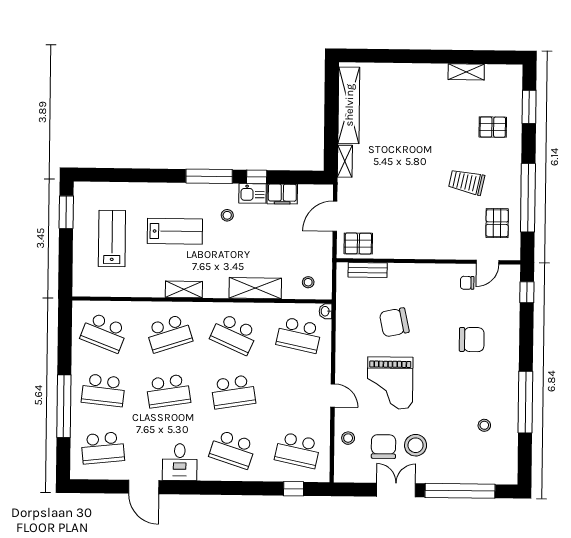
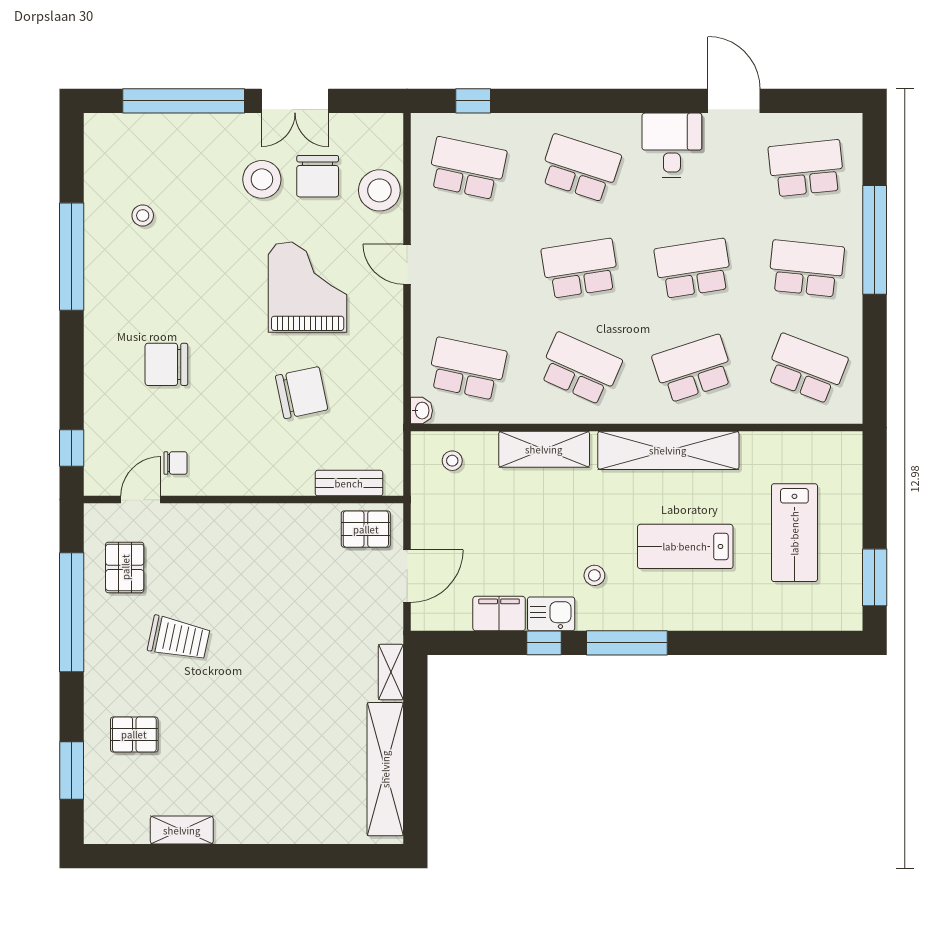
shelving: (184, 289) -> (668, 450), width x2.20, depth x1.33
stool: (348, 438) -> (379, 190), width x1.89, depth x1.89

